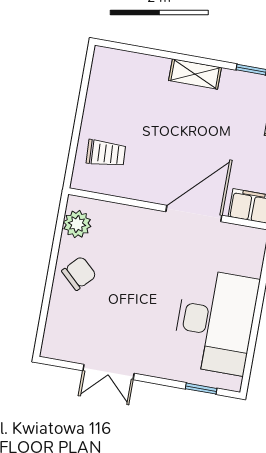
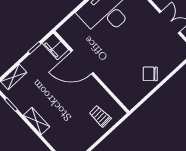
plant: (77, 224) -> (135, 95), removed

